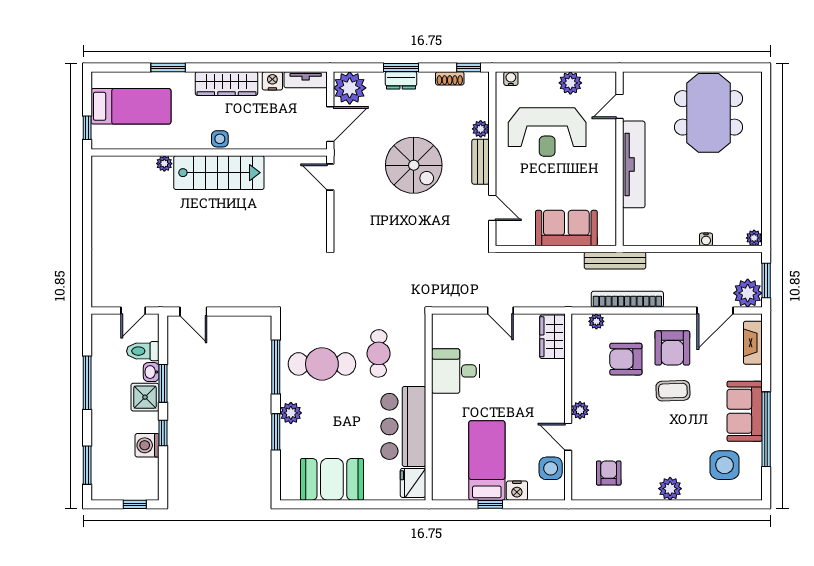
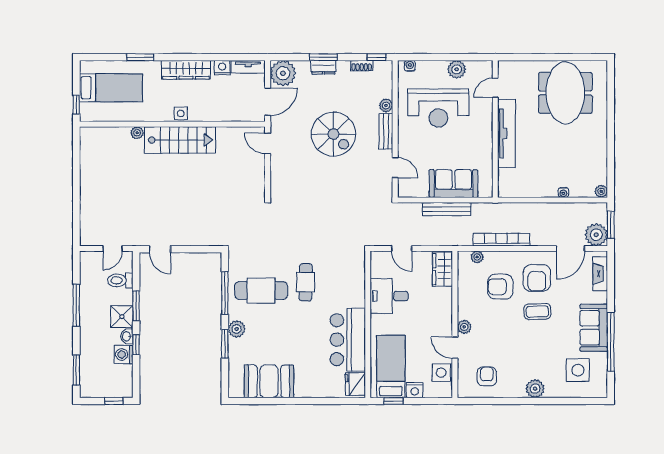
bench: (615, 261) -> (447, 209), moved
desk: (456, 371) -> (389, 296), moved
washbasin: (151, 372) -> (127, 336), moved
wall: (429, 407) -> (368, 324), moved
bar counter: (403, 426) -> (348, 340), moved
fridge: (413, 483) -> (355, 384), moved

